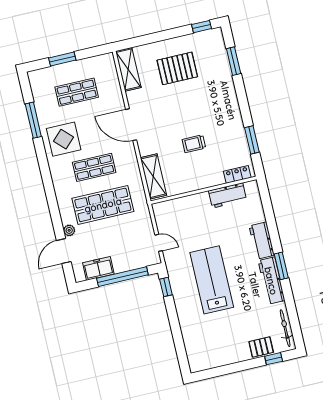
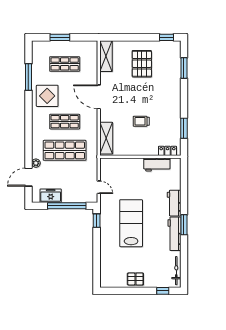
pallet: (177, 68) -> (142, 64), turned 90
pallet: (261, 347) -> (135, 279), moved

